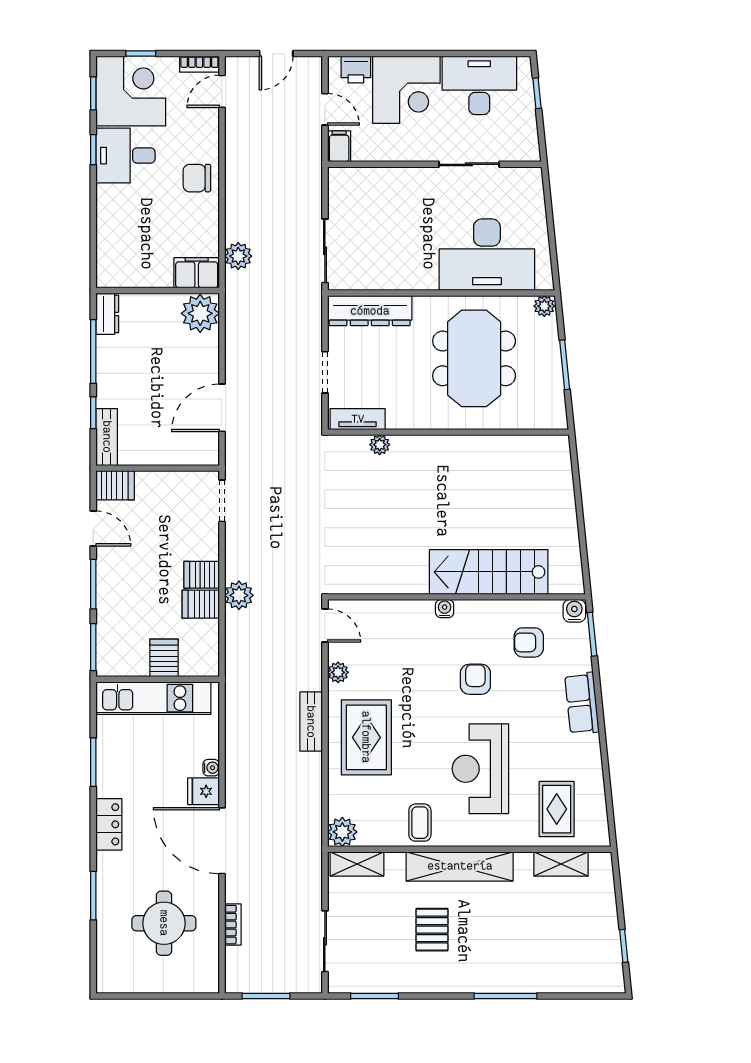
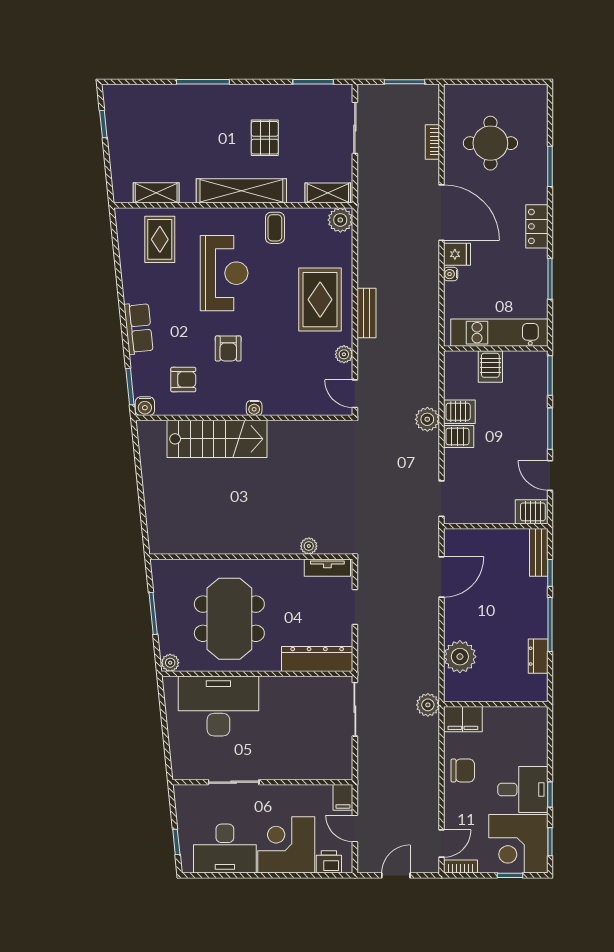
filing cabinet: (197, 273) -> (463, 719), moved
wall: (158, 290) -> (496, 704), moved

